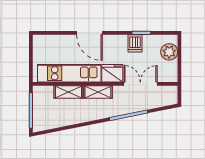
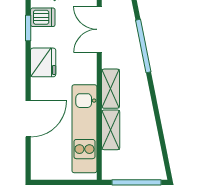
door: (89, 33) -> (28, 119), moved
dishwasher: (135, 43) -> (43, 17), moved
fridge: (112, 73) -> (43, 62), moved, turned 180

